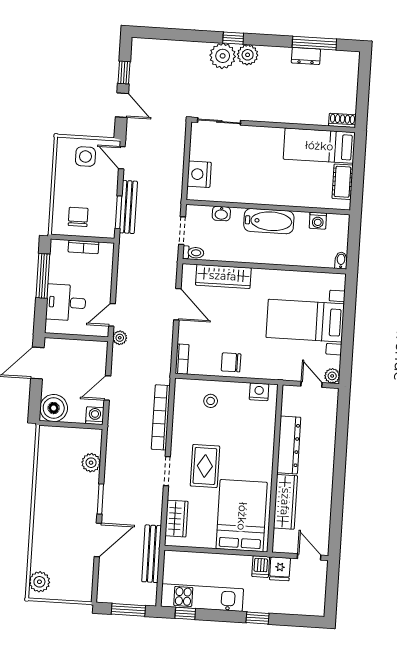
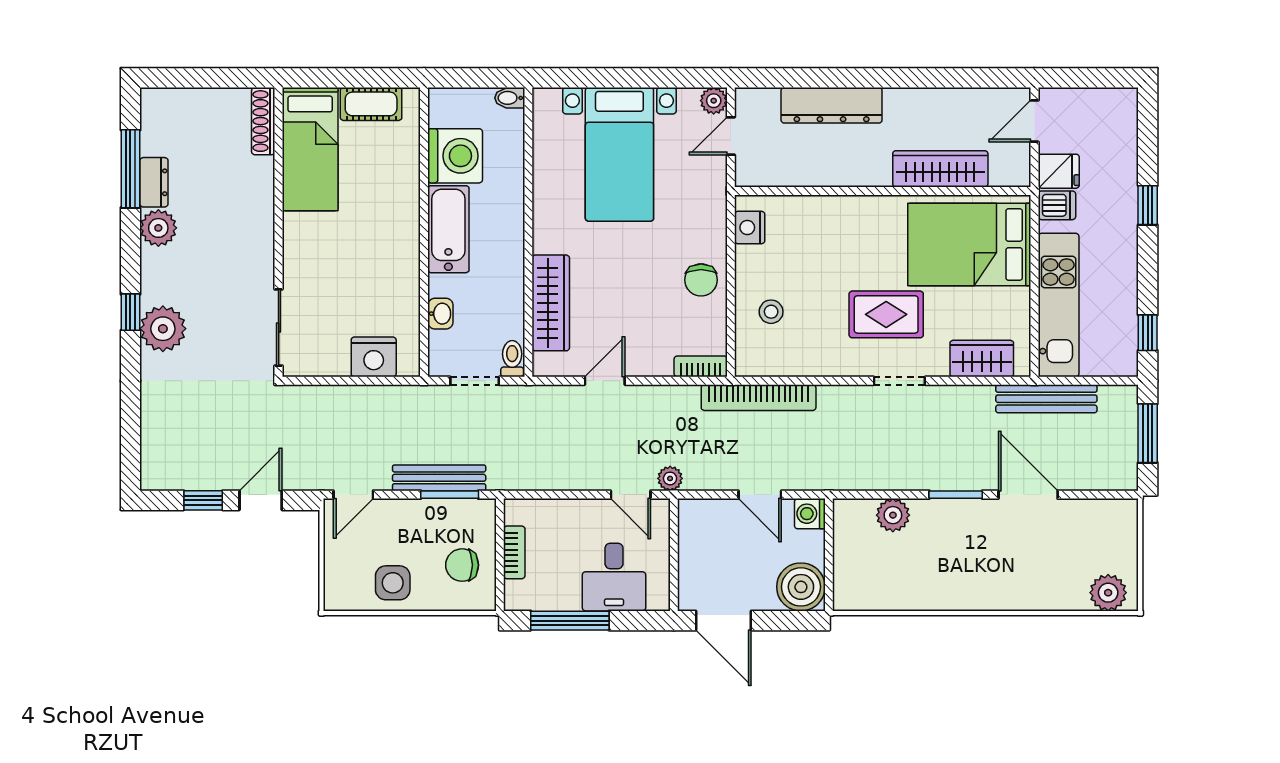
plant: (248, 55) -> (158, 228), moved
shoe rack: (342, 120) -> (263, 121), width x1.43
side table: (85, 157) -> (393, 583), moved
washing machine: (318, 221) -> (455, 156), width x1.89, depth x1.89
door: (177, 304) -> (605, 381), width x0.73
bookcase: (161, 417) -> (759, 398), moved
dresser: (289, 445) -> (832, 105), moved, turned 180
kitchen unit: (202, 598) -> (1059, 305), moved, turned 180

